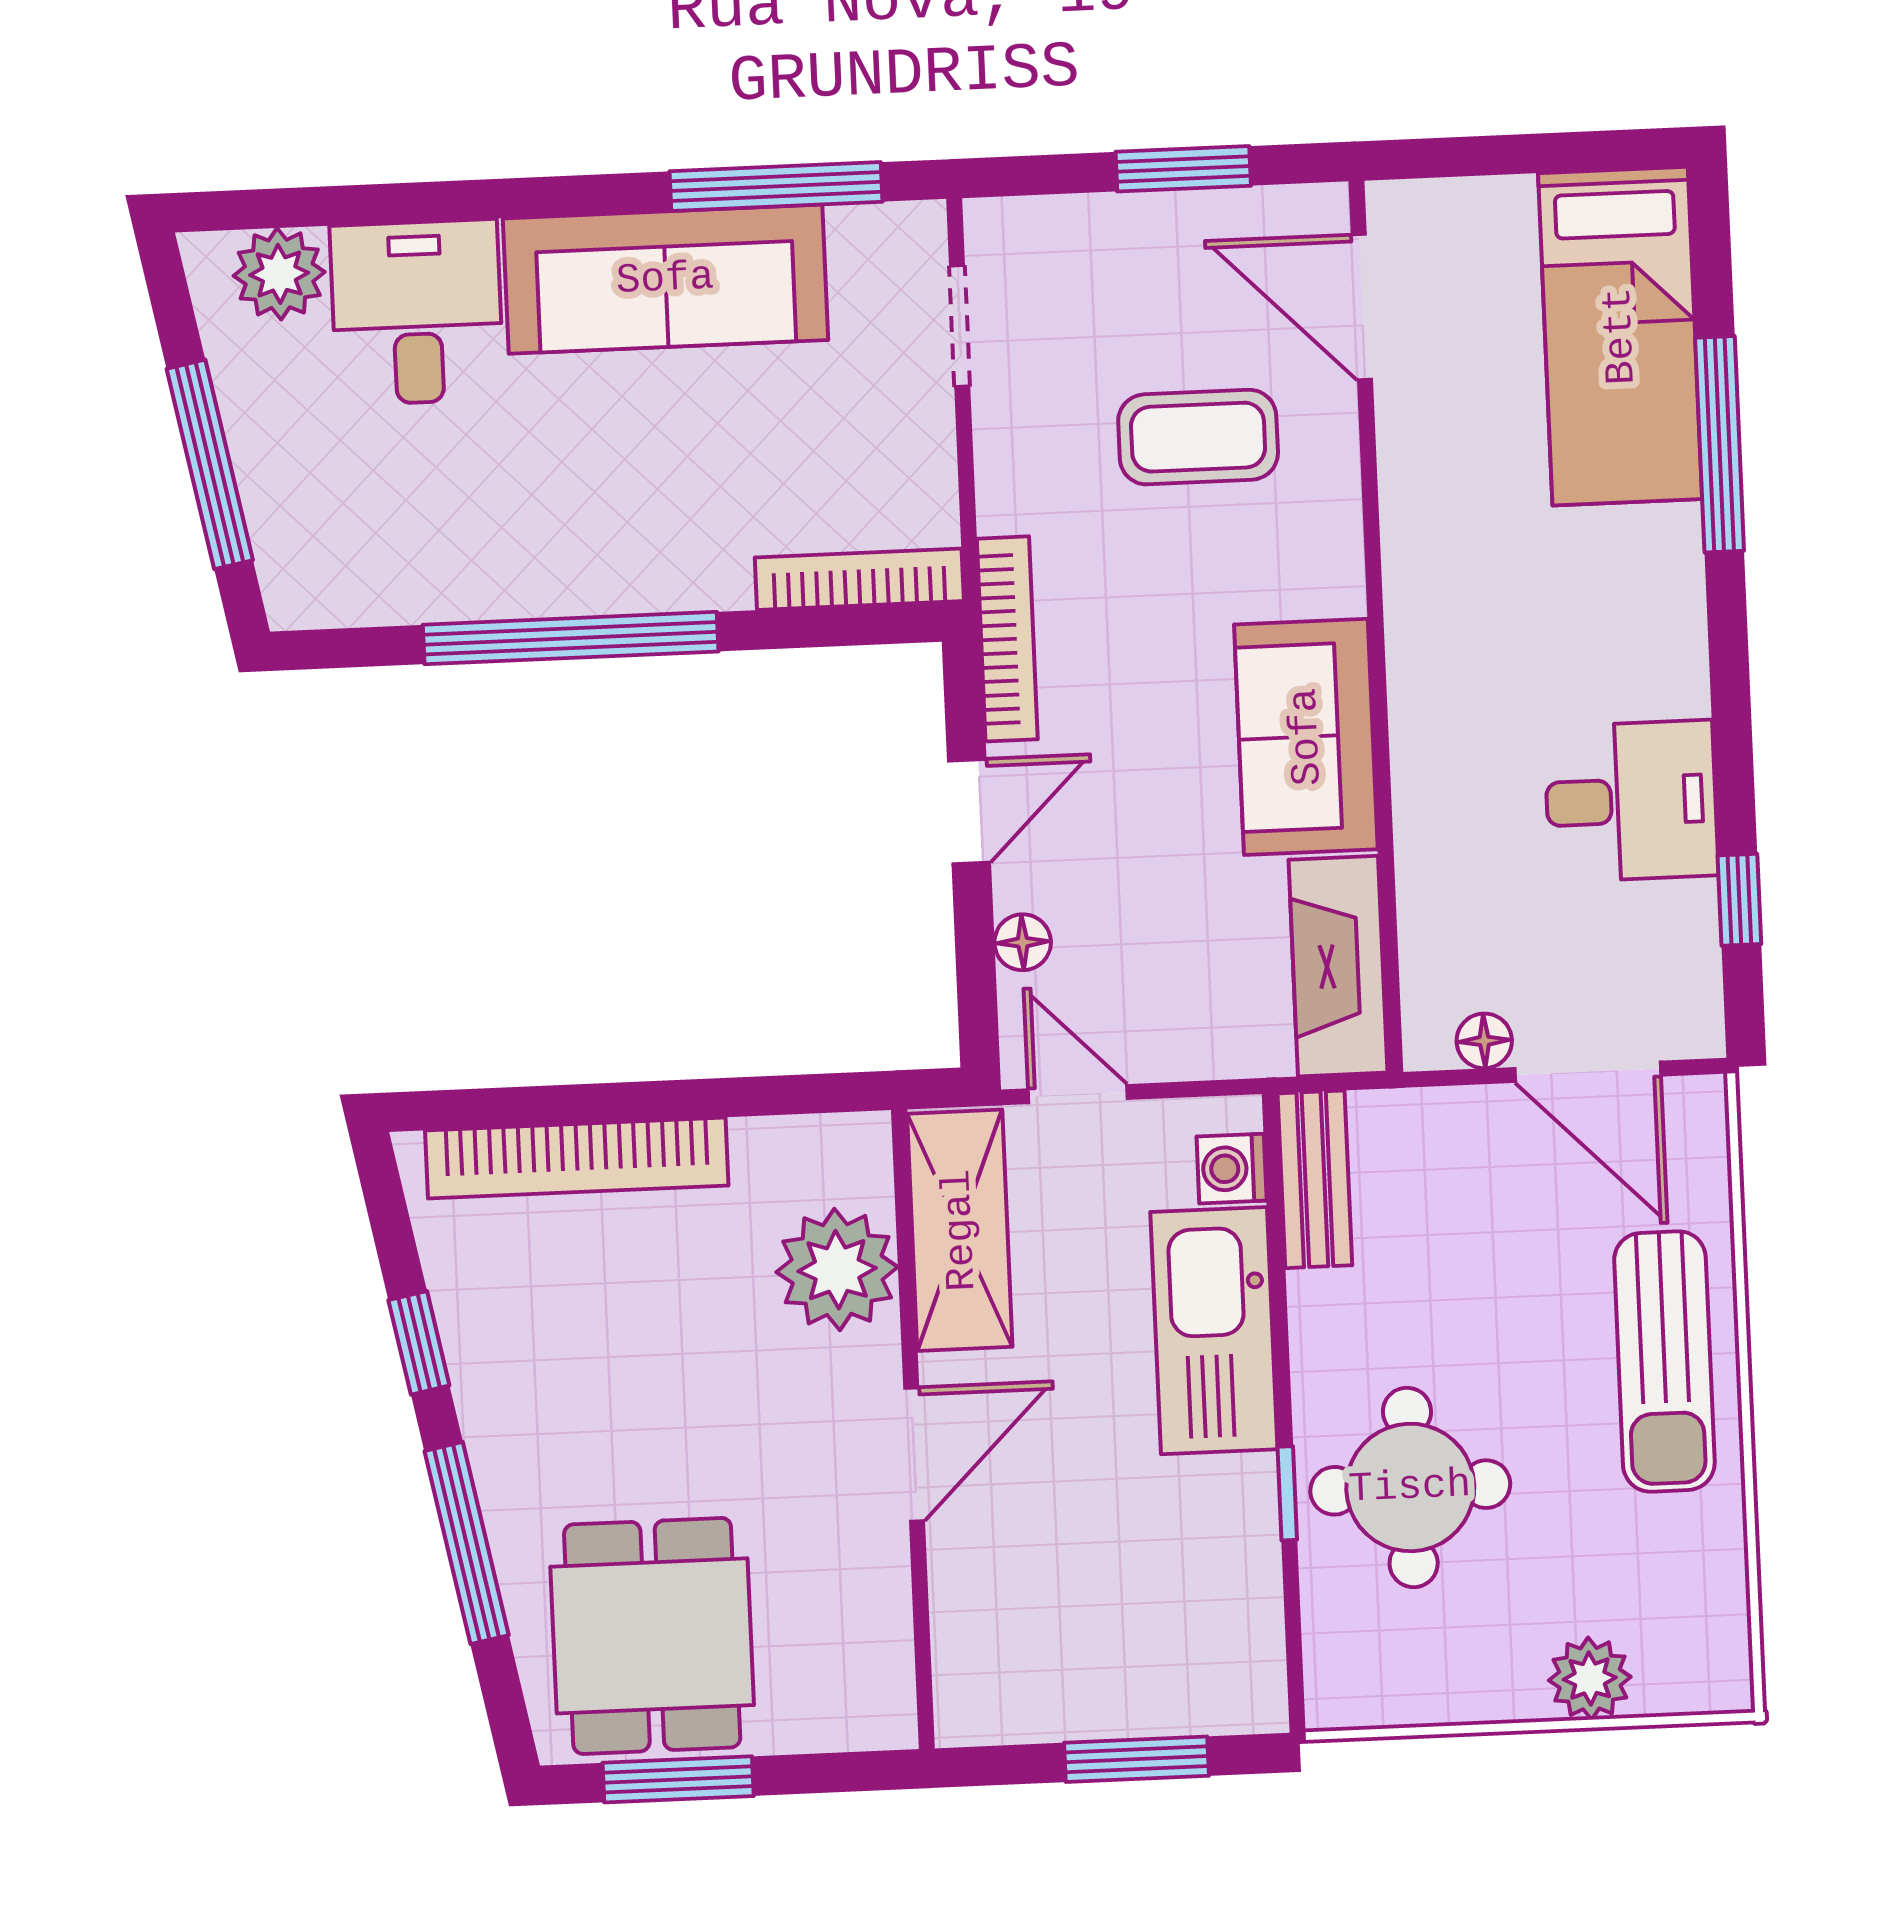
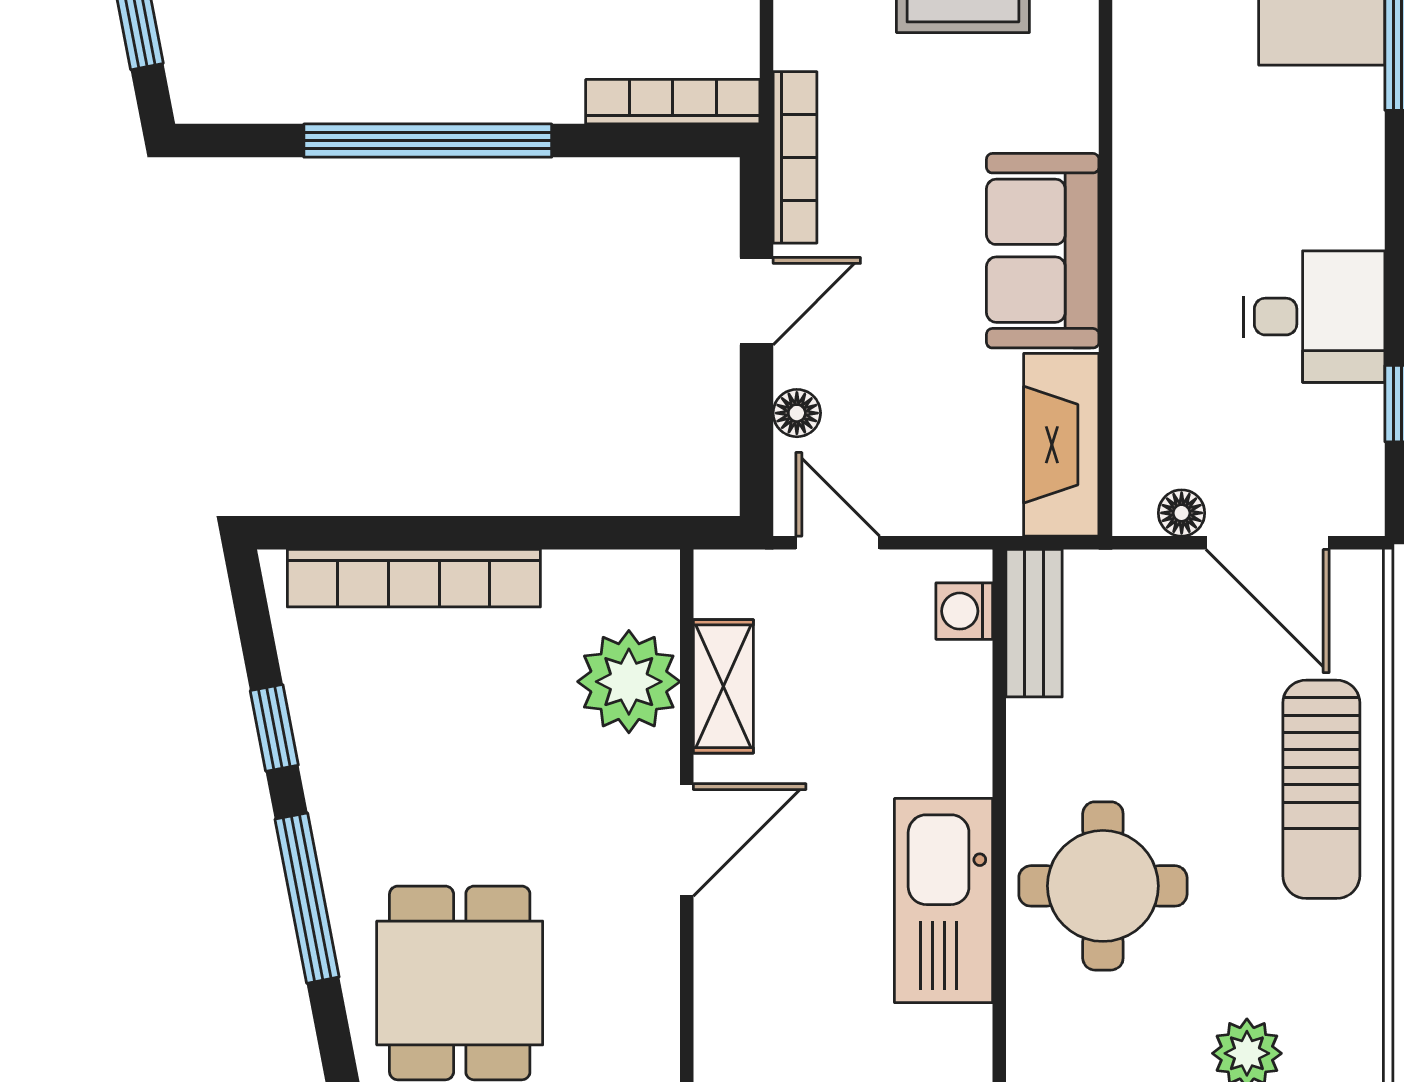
shelving: (960, 1230) -> (723, 686), width x0.67, depth x0.75
kitchen sink: (1214, 1331) -> (943, 901), moved
window: (1287, 1493) -> (999, 886), removed

